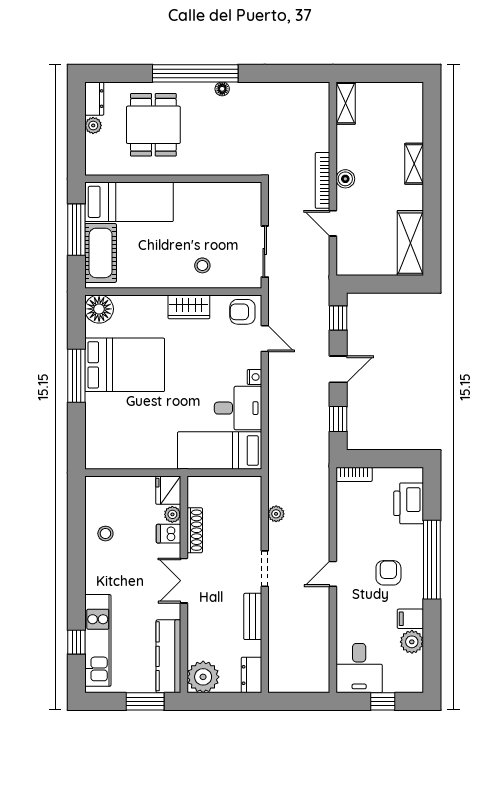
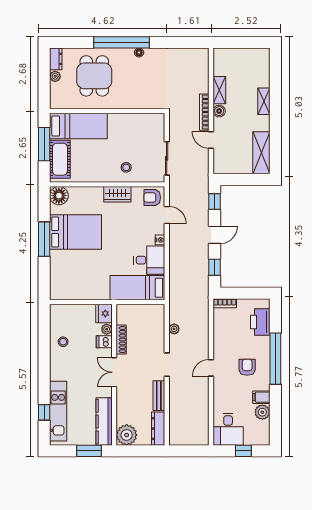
shelving: (346, 103) -> (219, 90), moved
dresser: (251, 675) -> (158, 429), width x1.44

